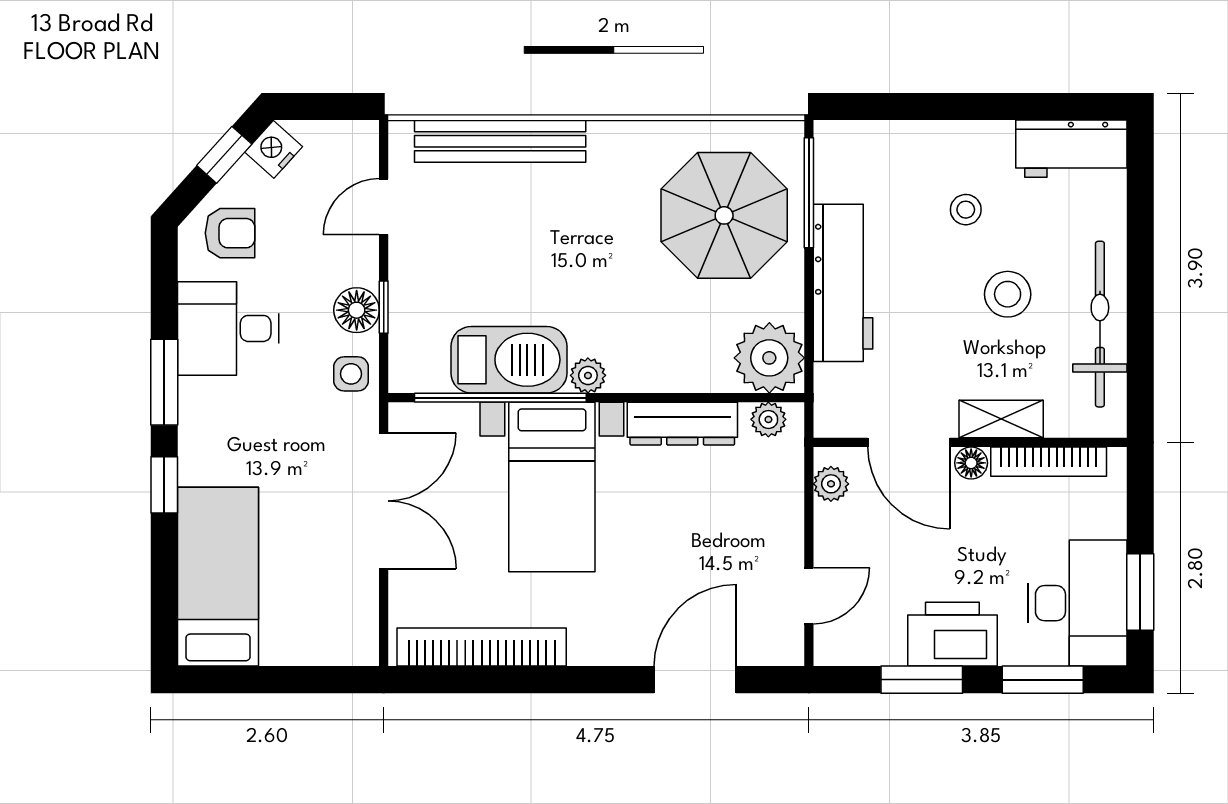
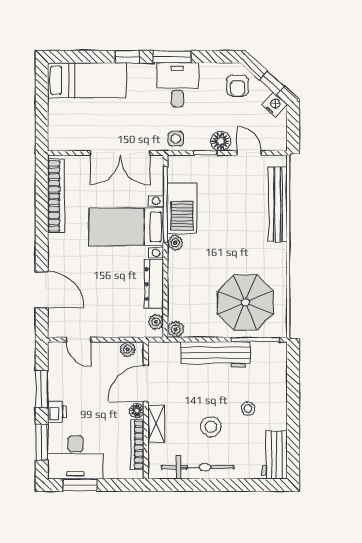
floor lamp: (357, 310) -> (221, 141), moved
desk: (228, 328) -> (178, 85), moved
plant: (769, 358) -> (176, 329), width x0.53, depth x0.53
printer: (952, 634) -> (57, 412), width x0.53, depth x0.68

